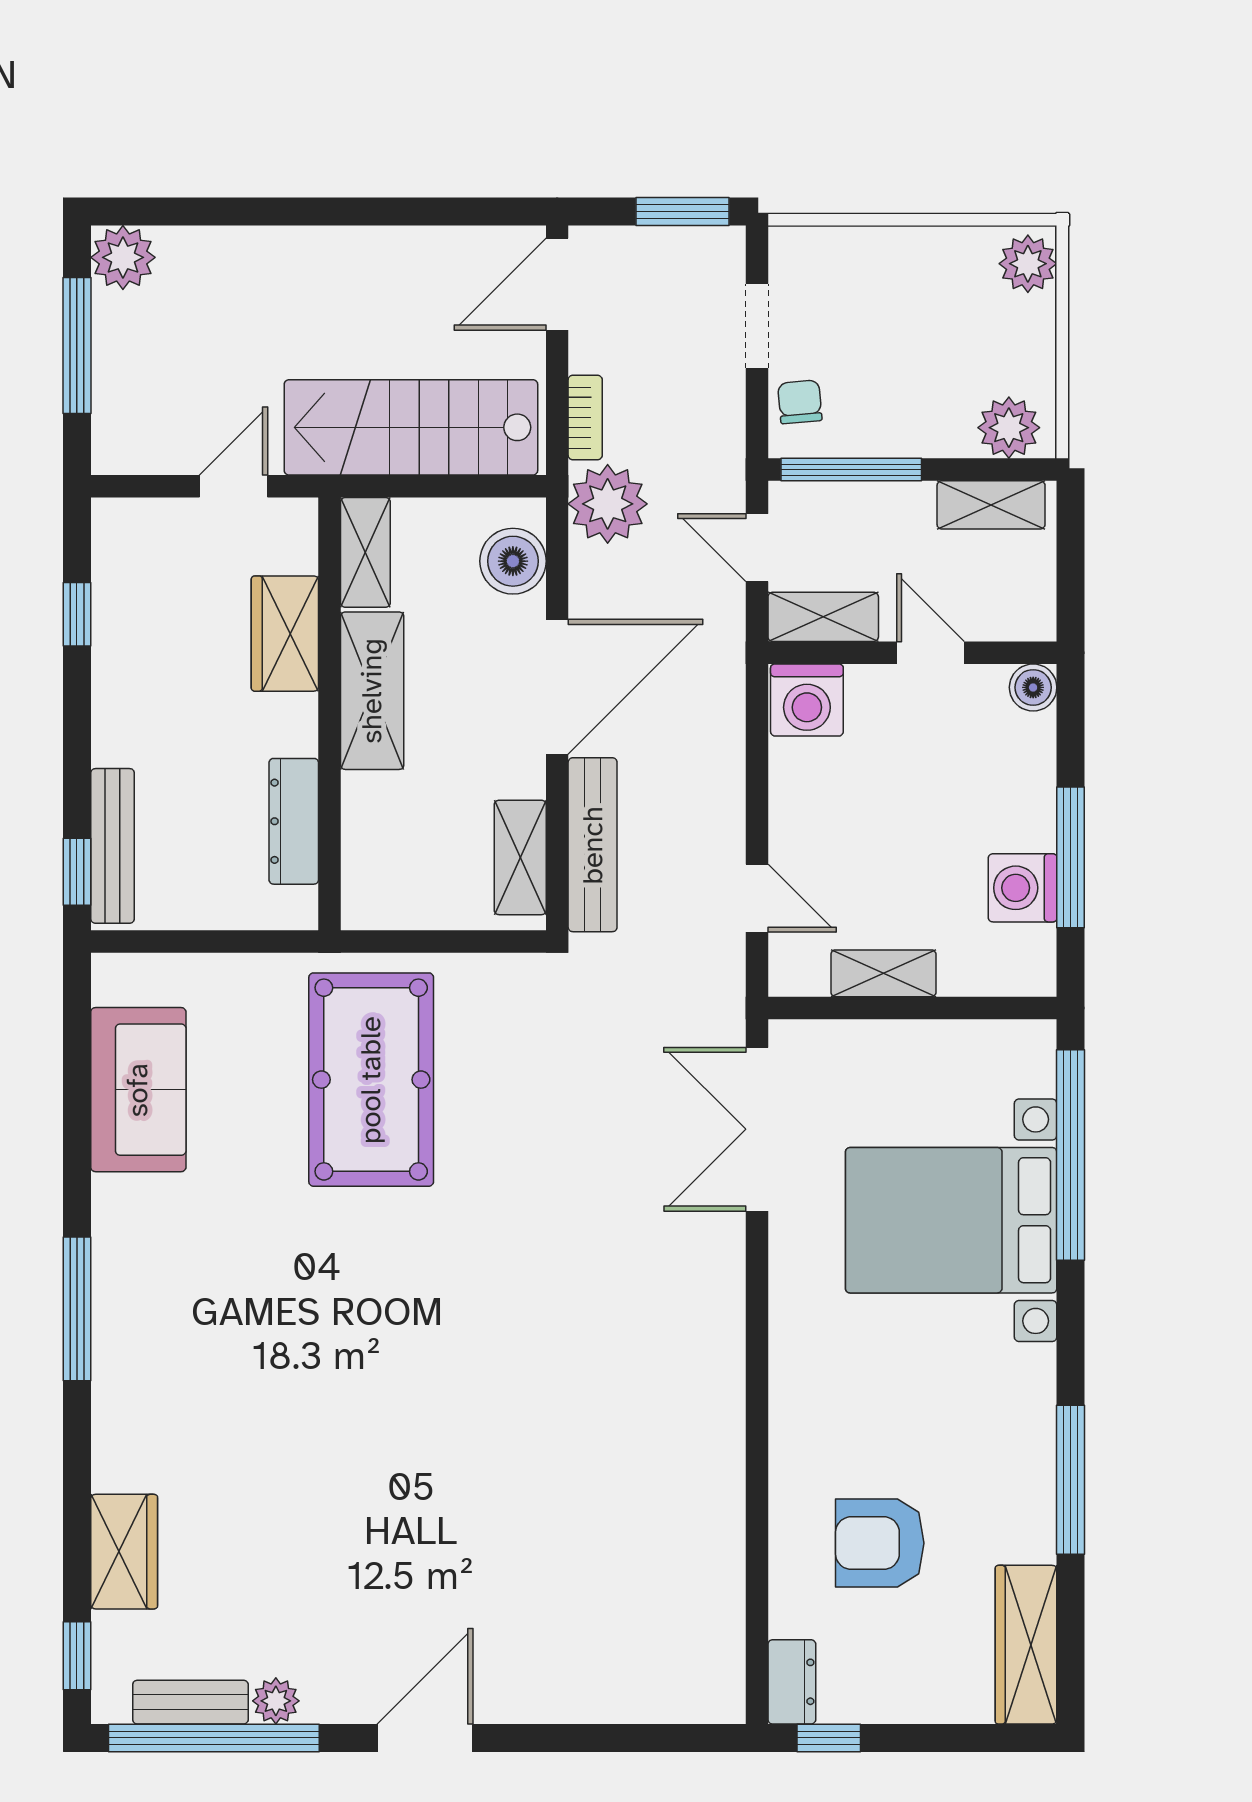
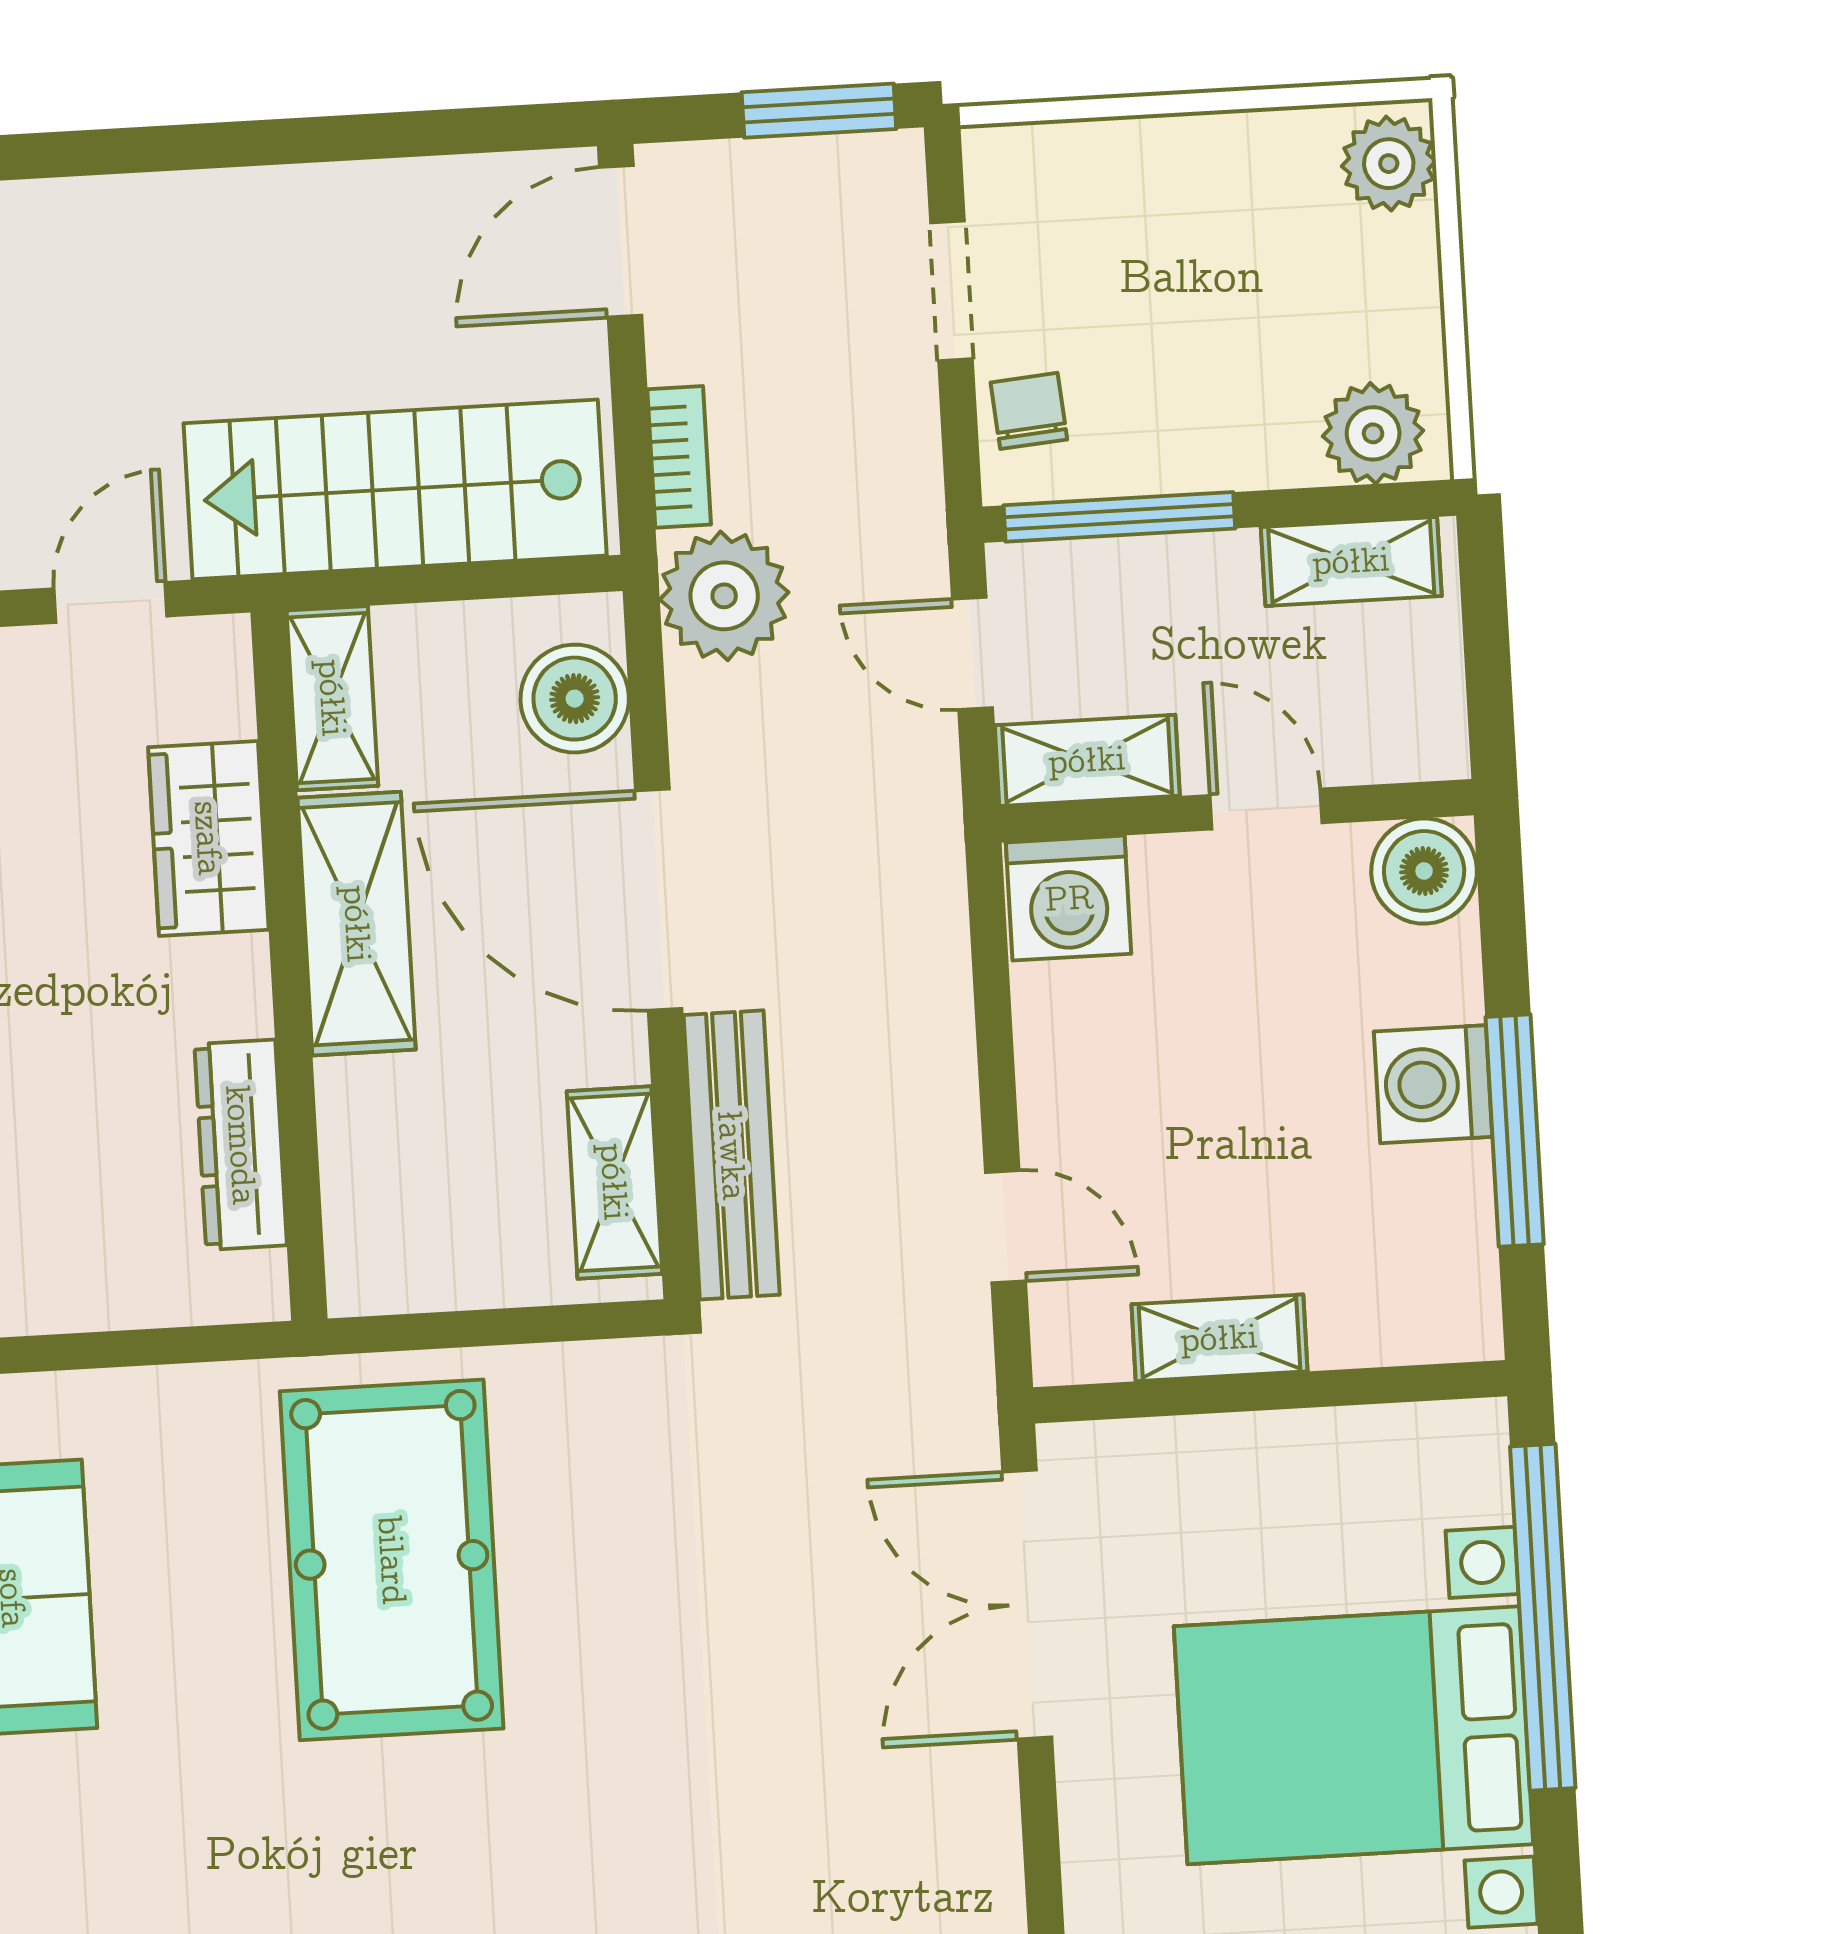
door: (557, 687) -> (659, 900), swing flipped
boiler: (1033, 687) -> (1424, 871), width x1.36, depth x1.36
washing machine: (1023, 888) -> (1433, 1084), moved

